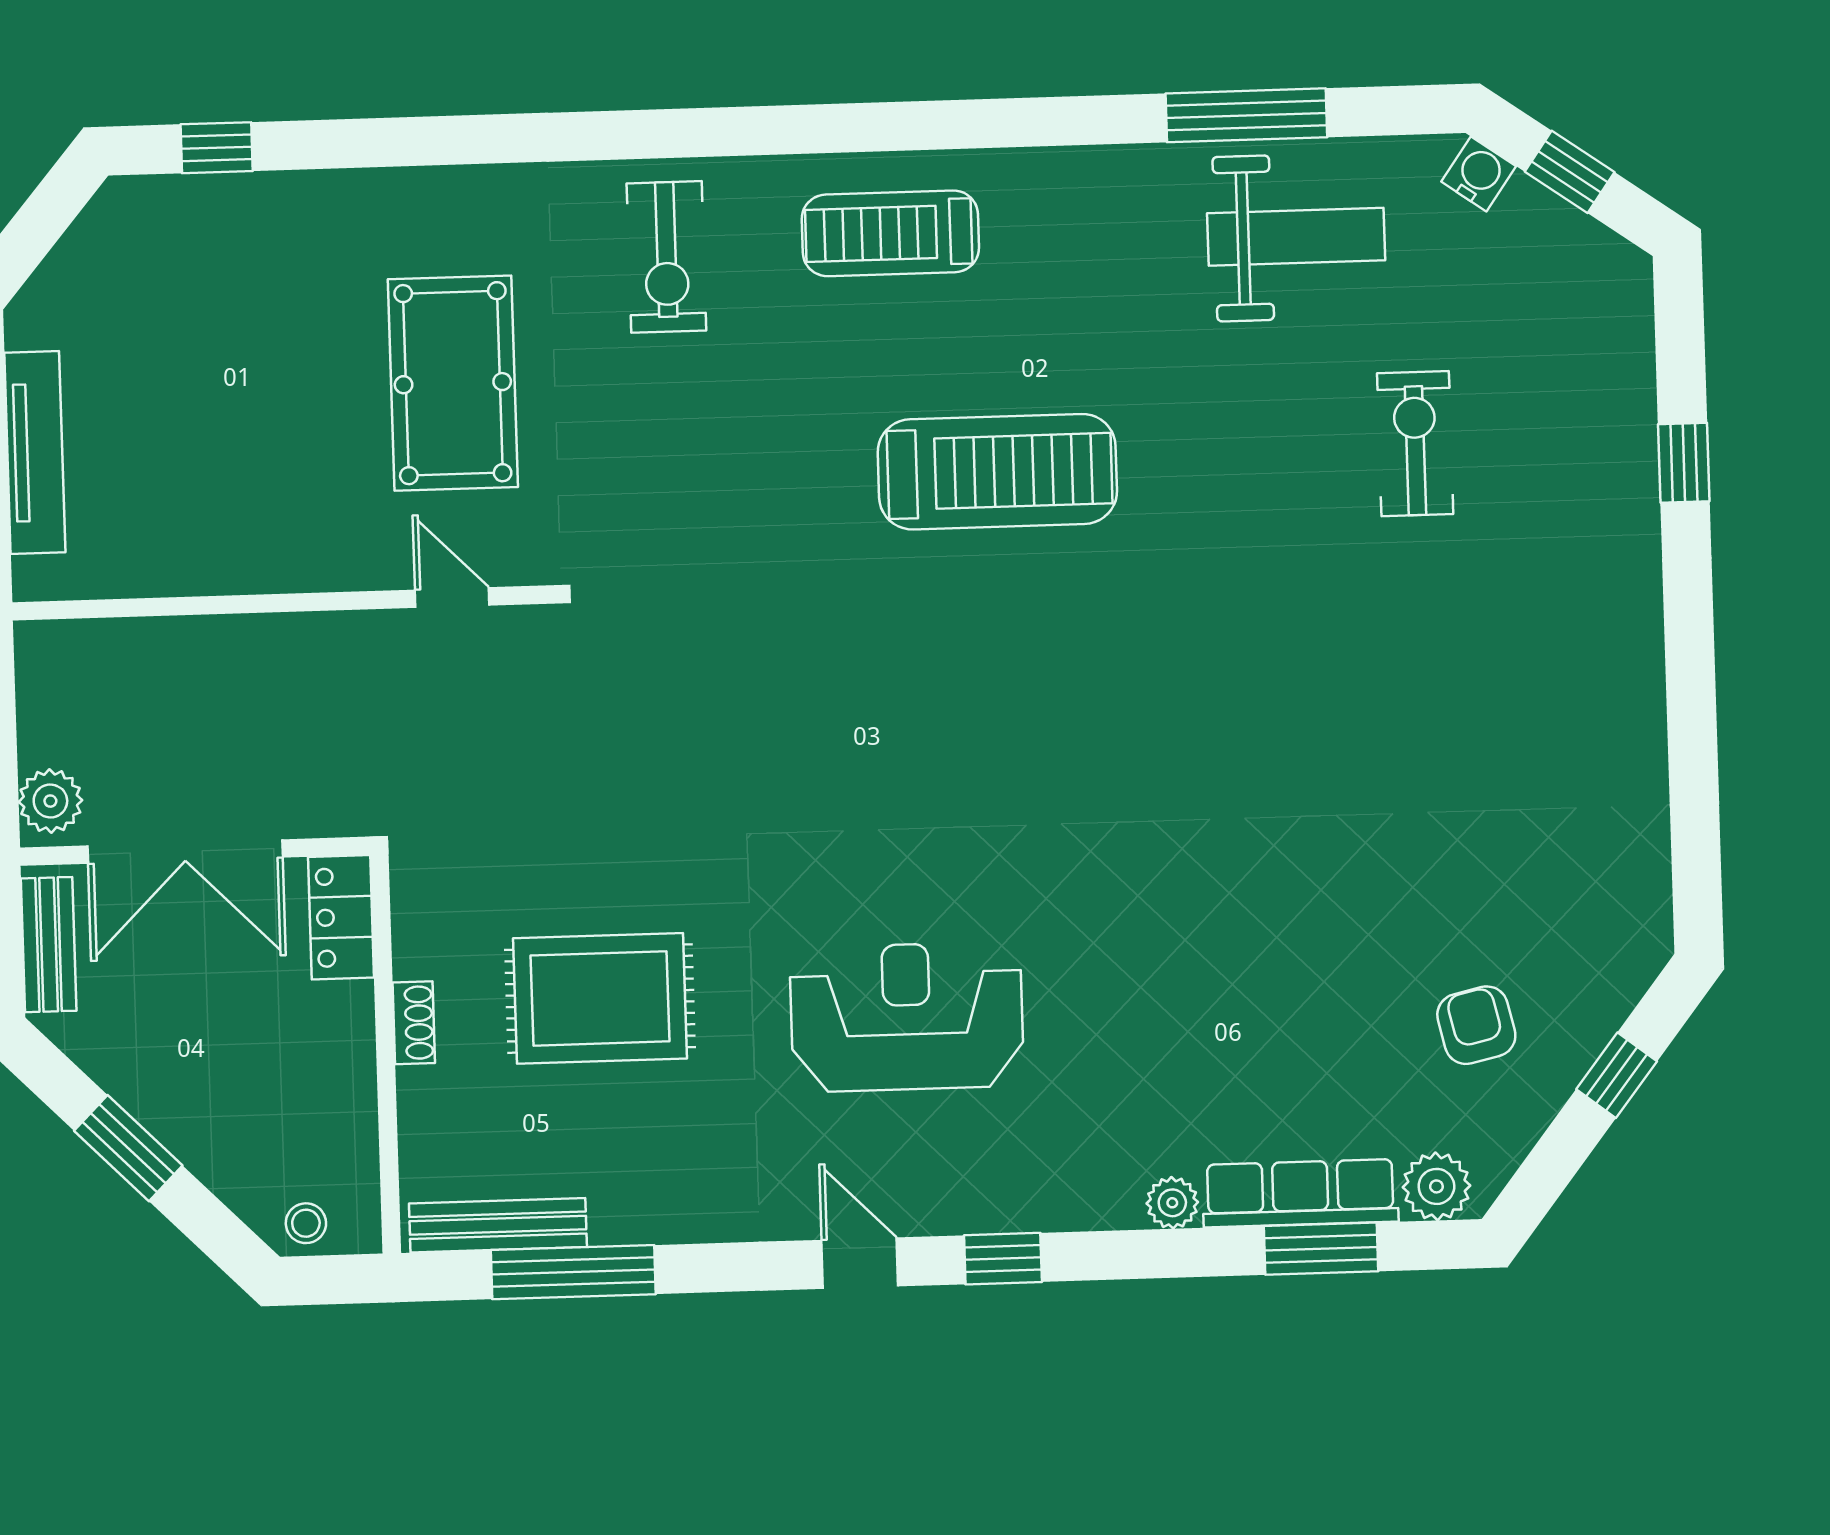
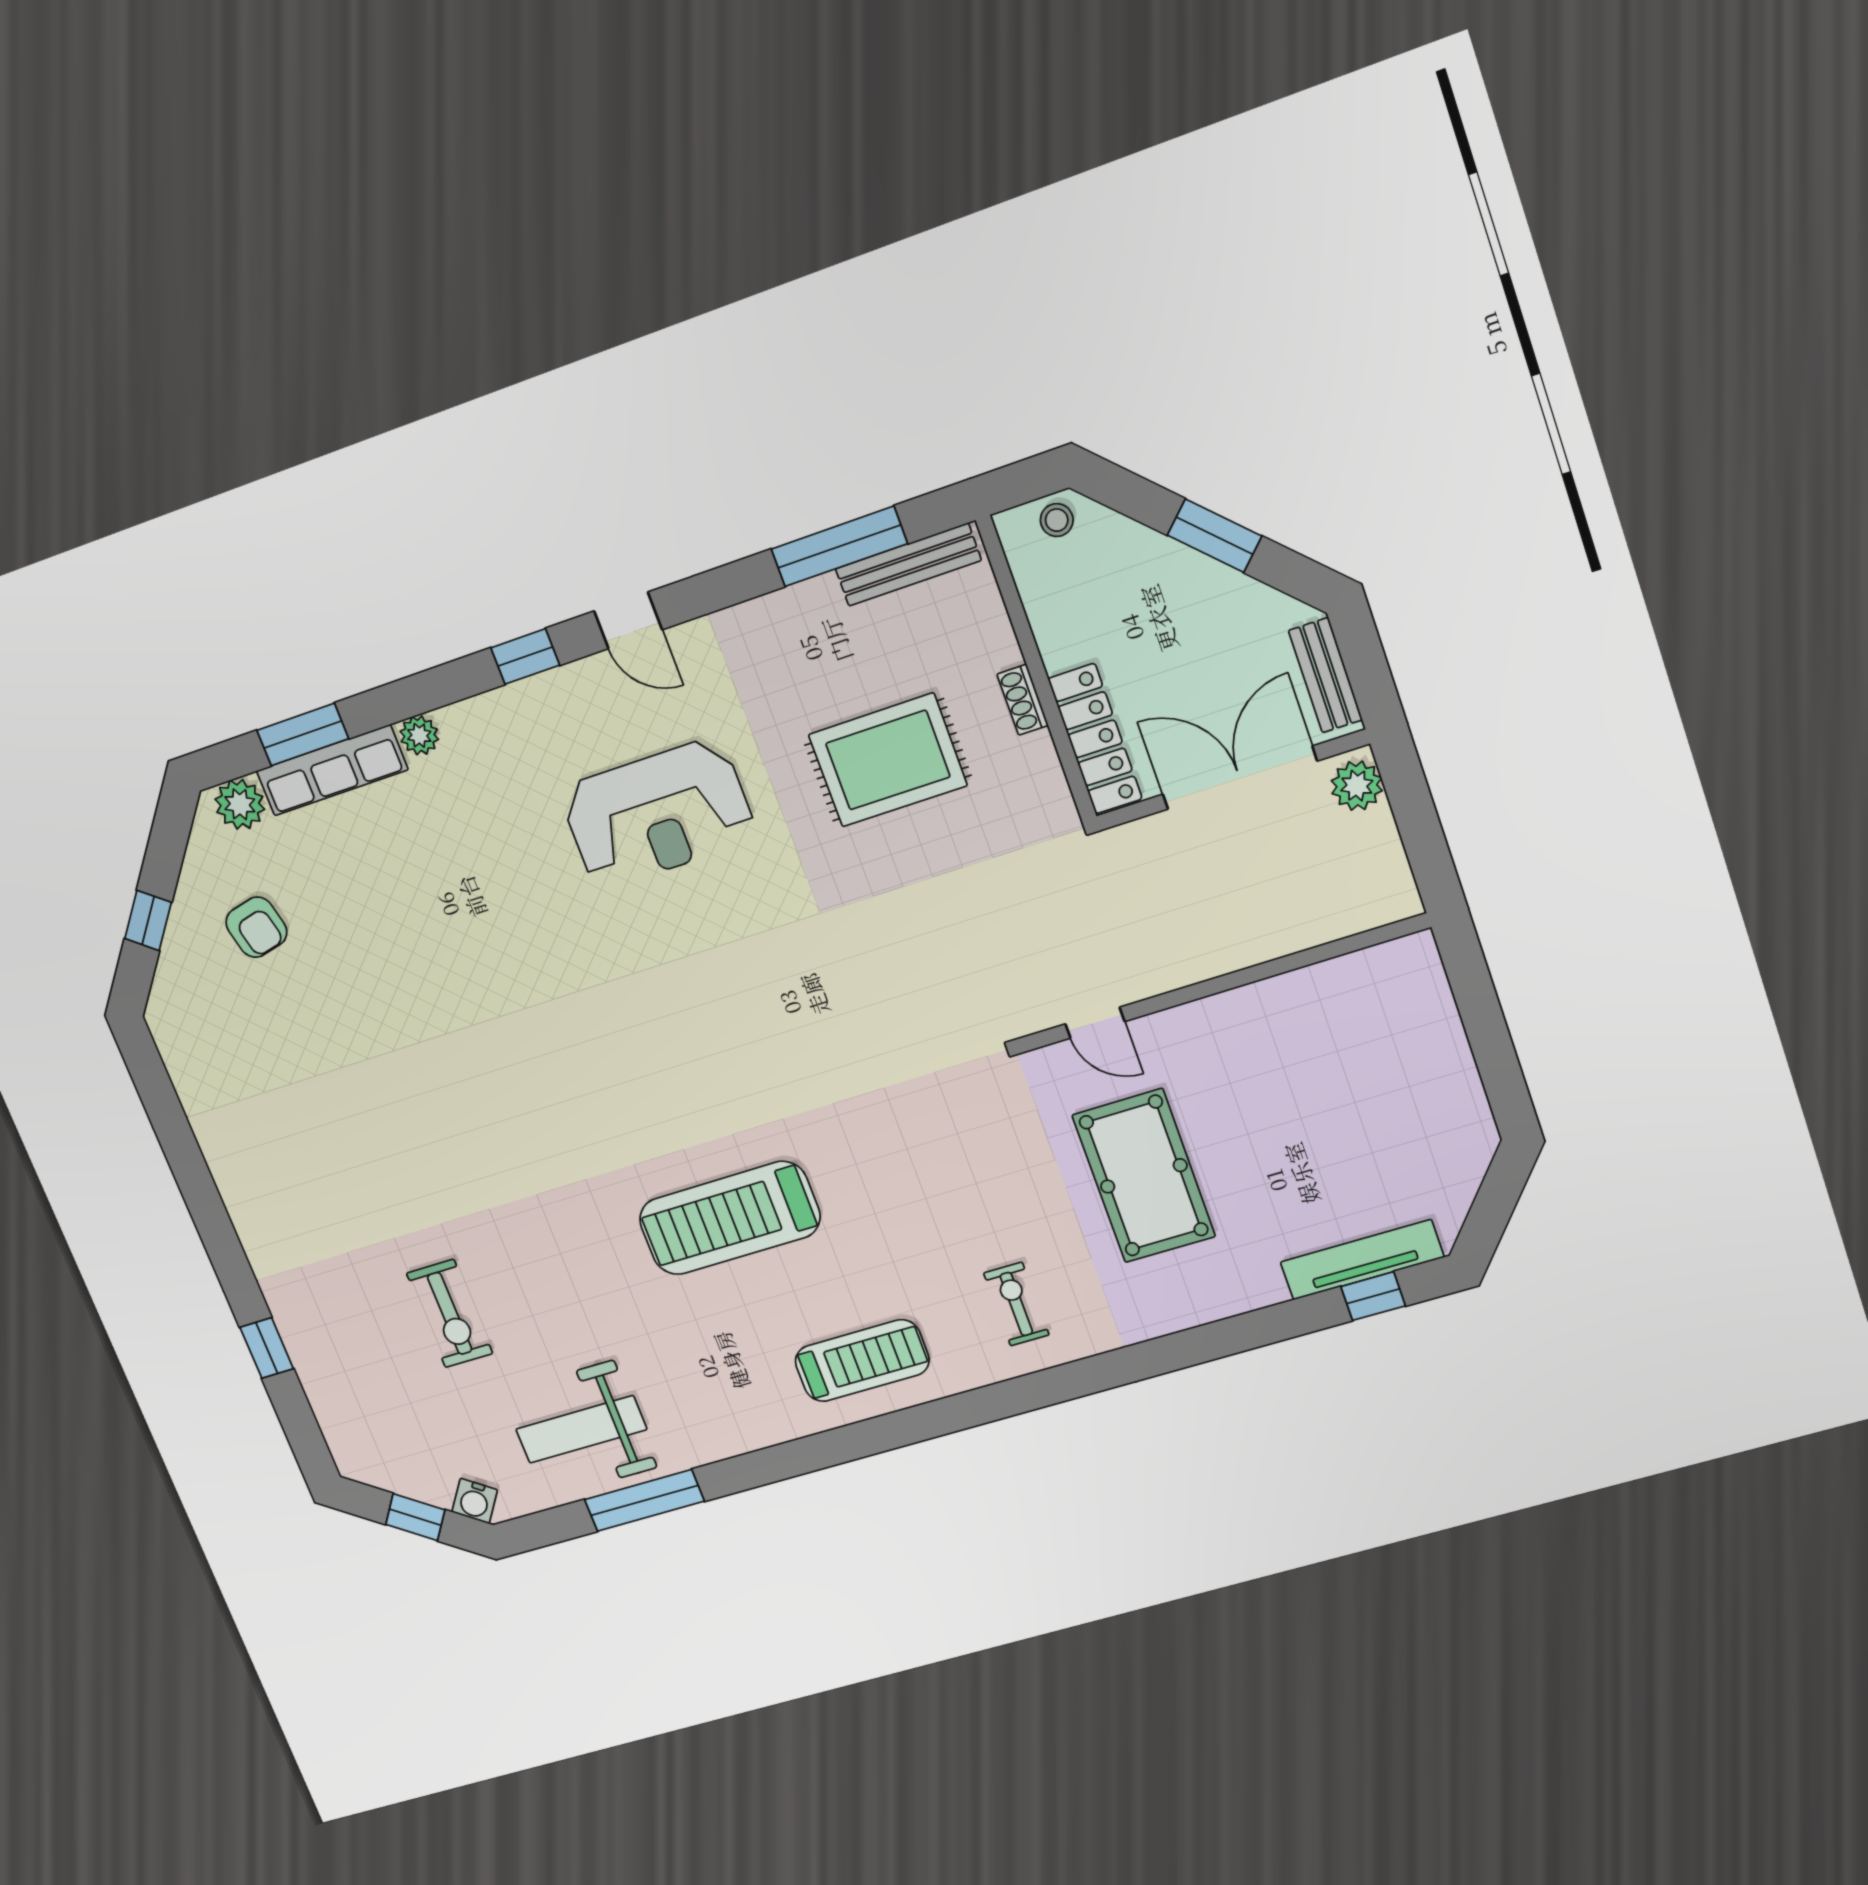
exercise bike: (666, 257) -> (1016, 1304), width x0.73, depth x0.72
tv unit: (35, 453) -> (1362, 1260), moved, turned 90
locker: (341, 917) -> (1095, 739), width x1.53

